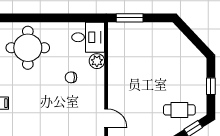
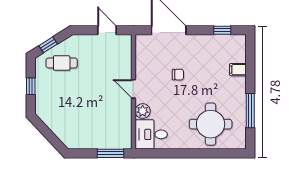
chair: (71, 77) -> (178, 75), moved
door: (106, 118) -> (134, 89), moved

